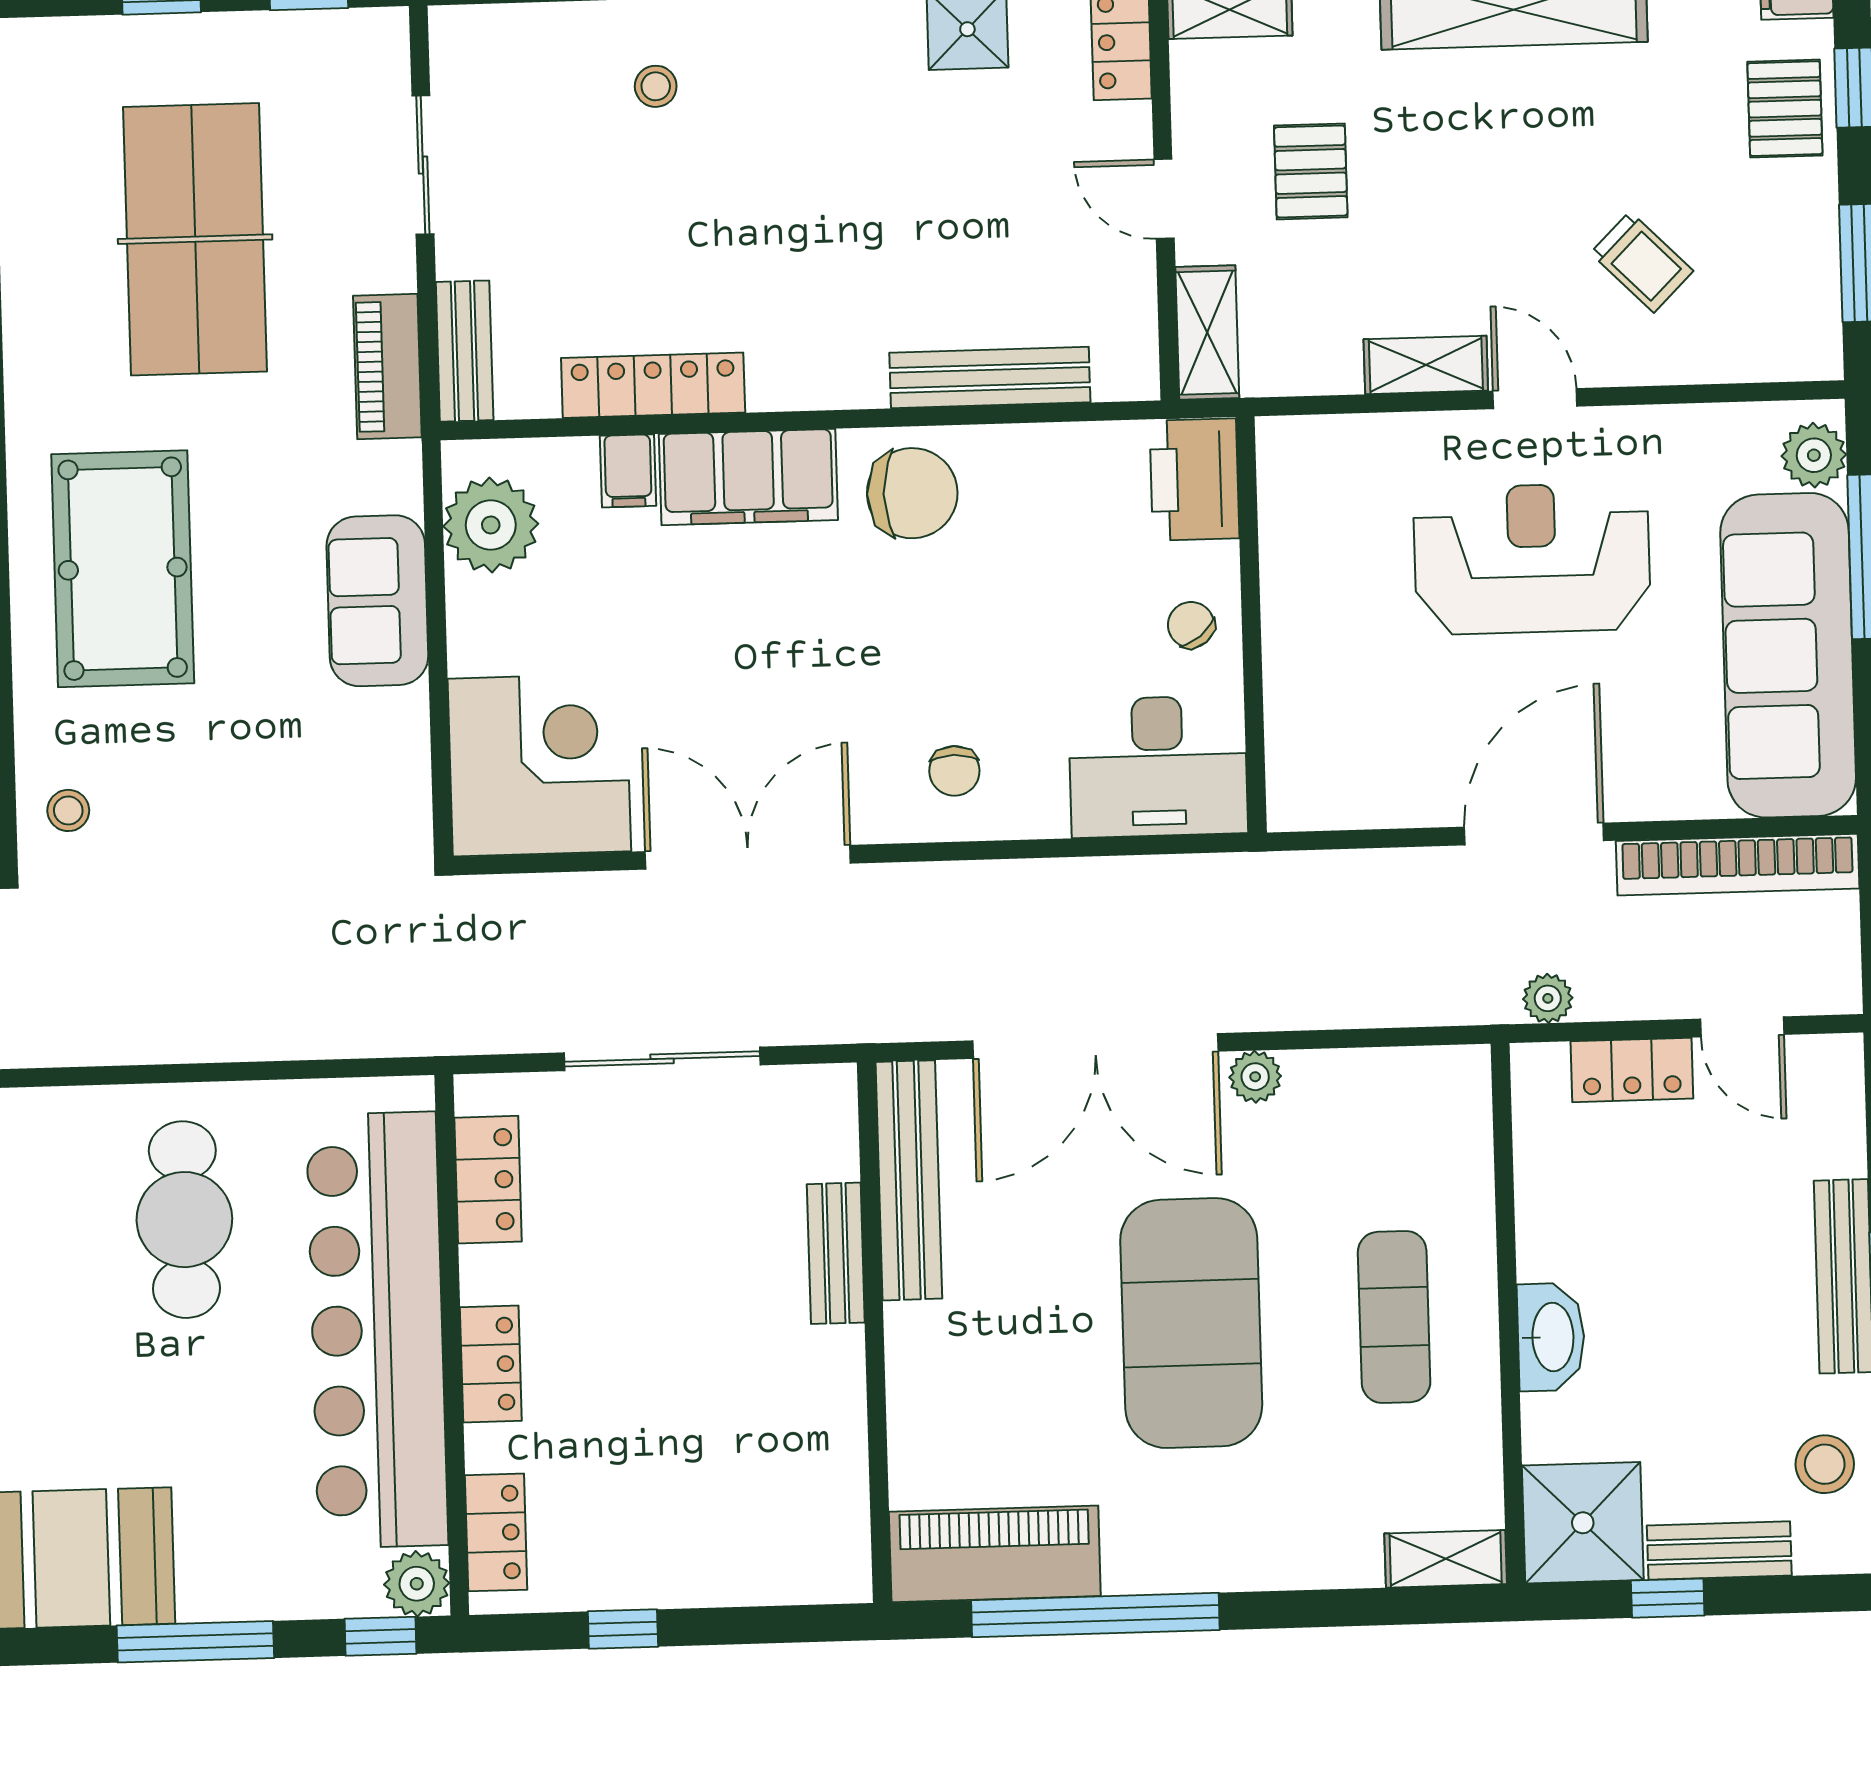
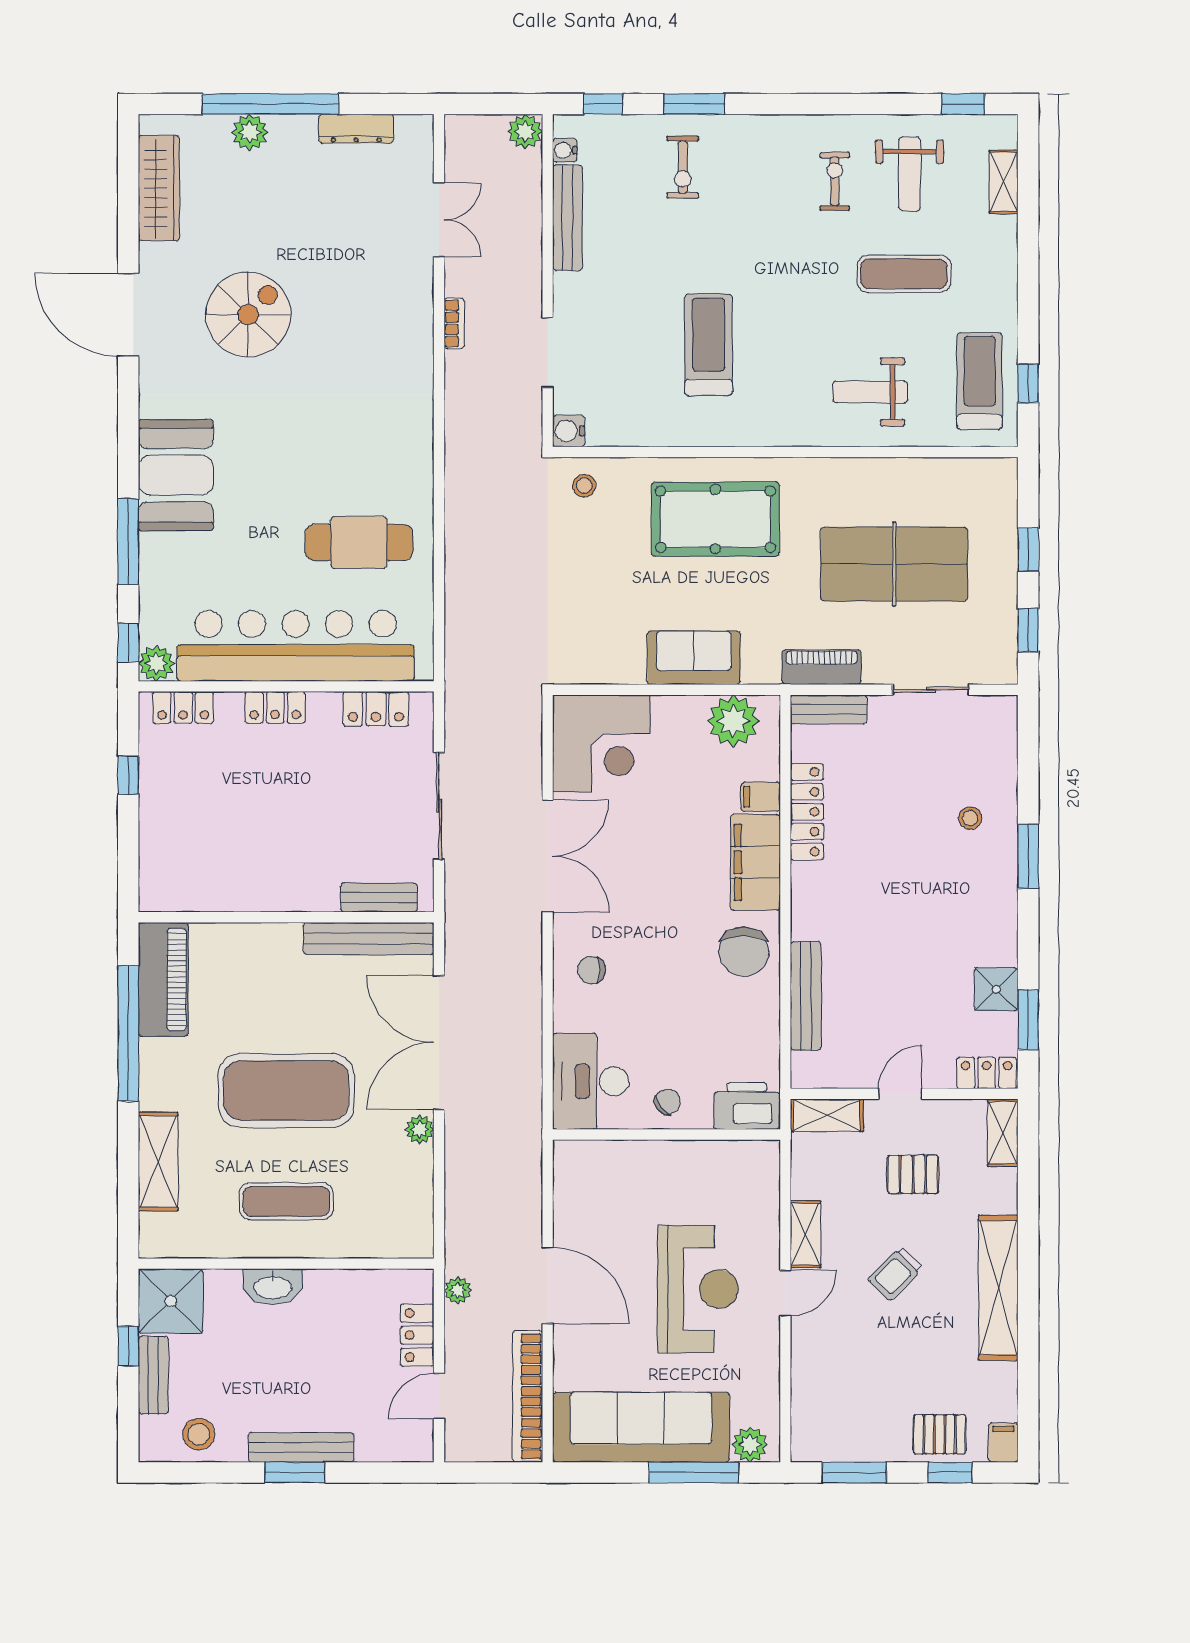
trolley: (1642, 262) -> (895, 1274), moved
bench: (836, 1253) -> (379, 898), moved
shelving: (1446, 1559) -> (158, 1161), moved, width x1.50, depth x1.33

